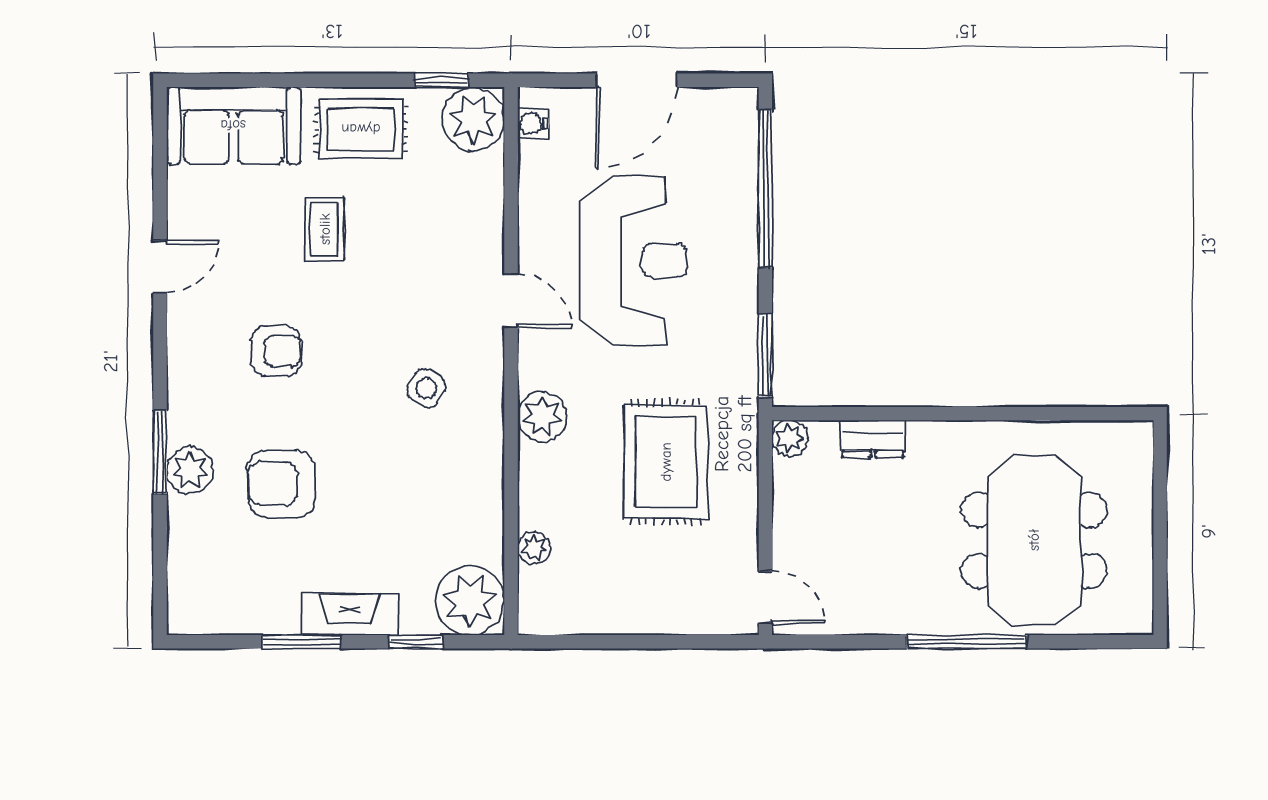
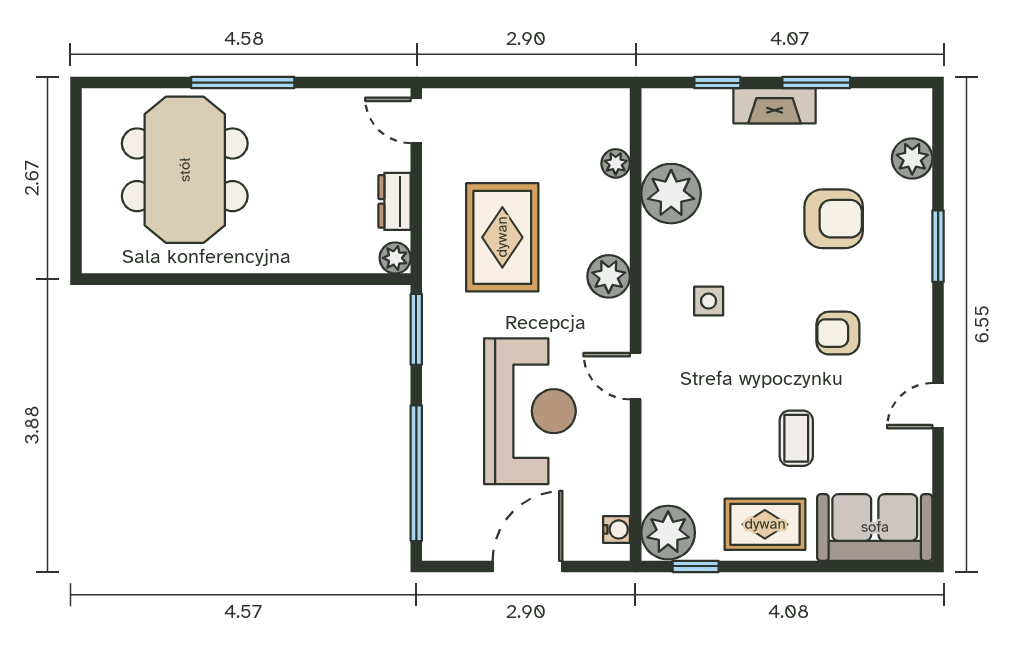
reception desk: (634, 260) -> (530, 411), turned 180
side table: (426, 388) -> (709, 301), turned -32
dresser: (873, 439) -> (395, 201), moved, turned -90
plant: (190, 470) -> (912, 158), moved
plant: (470, 601) -> (671, 194), moved

